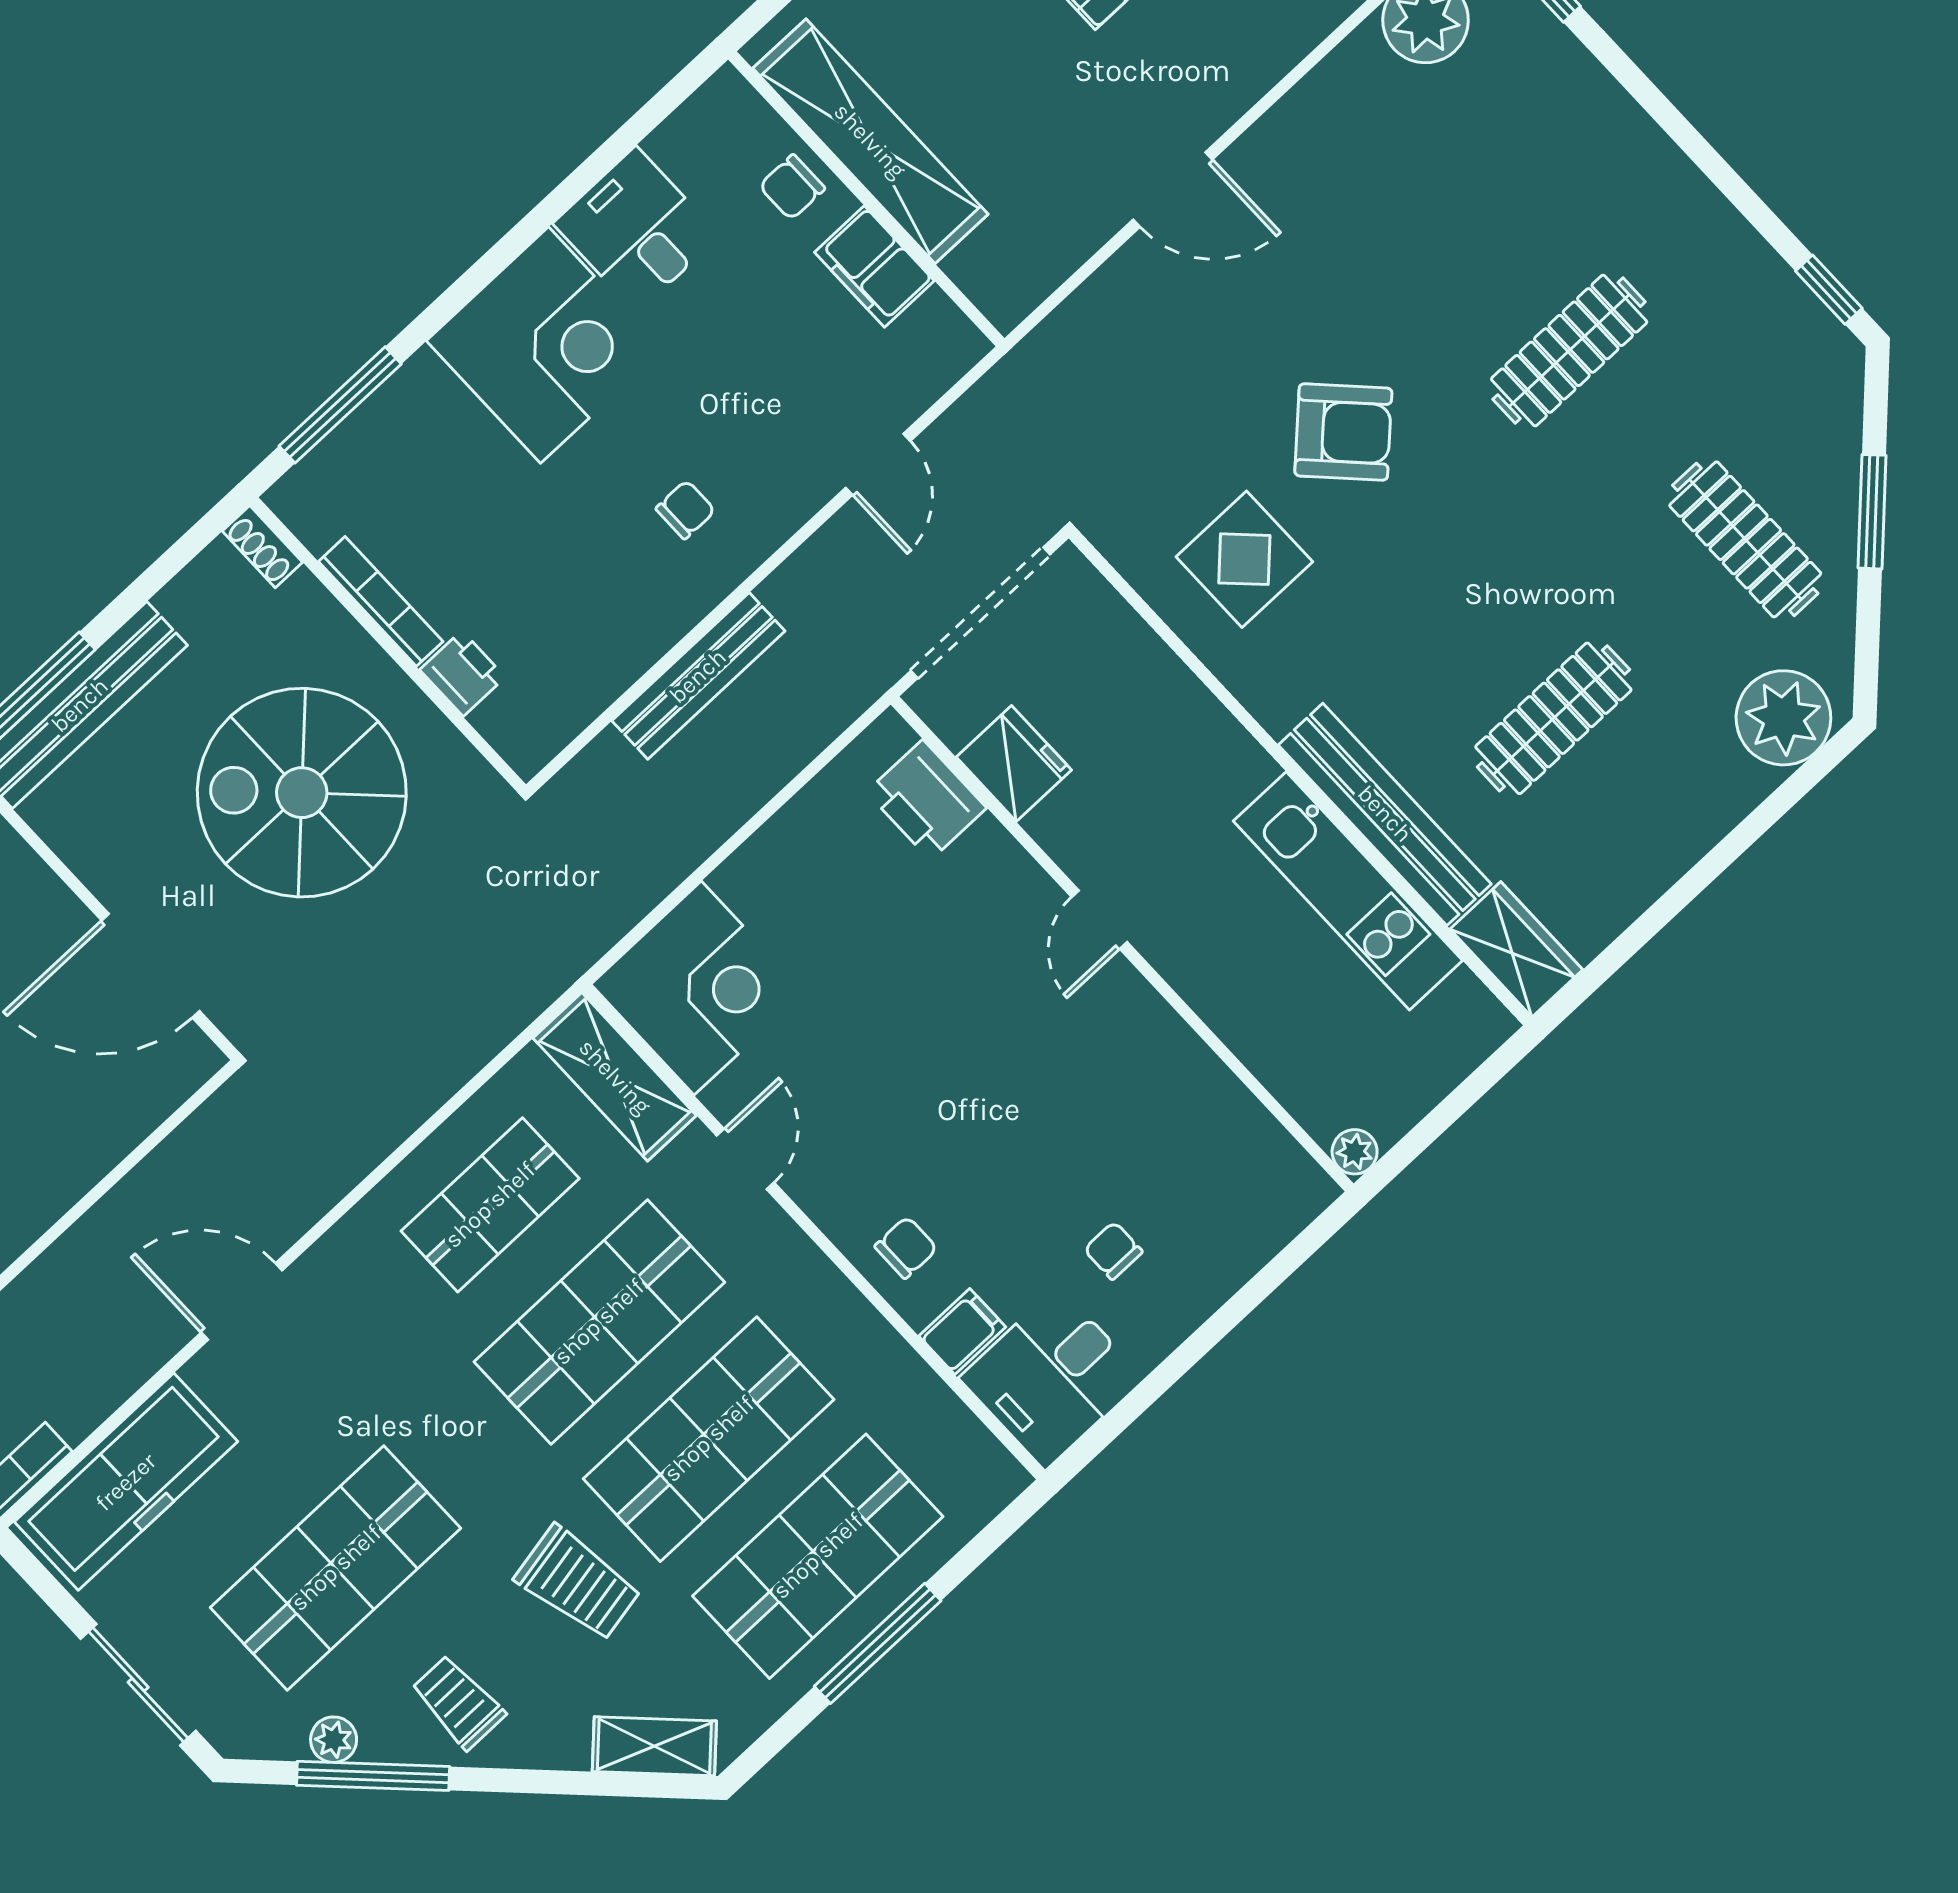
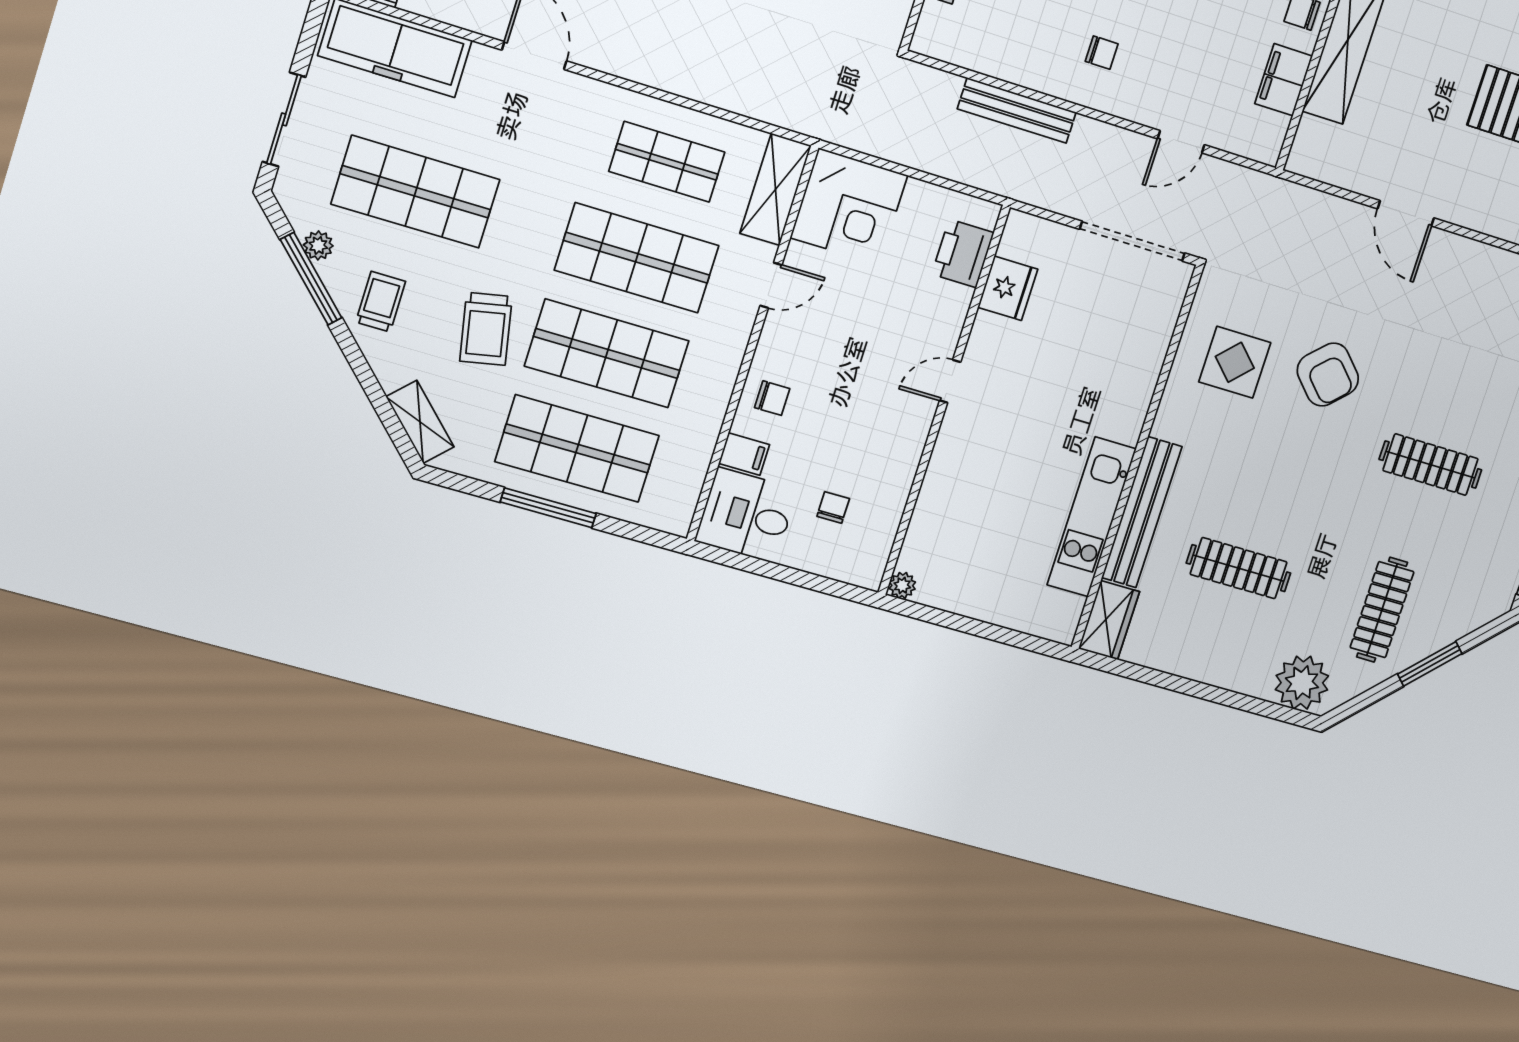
fridge: (1014, 764) -> (1008, 288), moved
printer: (927, 800) -> (963, 253), moved
door: (1099, 920) -> (950, 381), moved
wall: (1122, 944) -> (944, 401), moved
plant: (1355, 1152) -> (902, 585), moved

